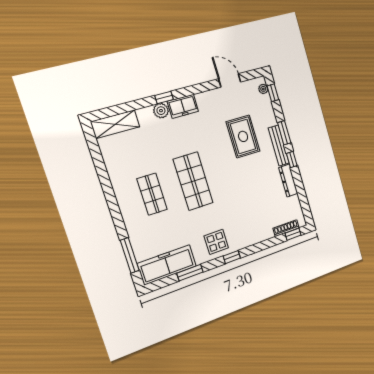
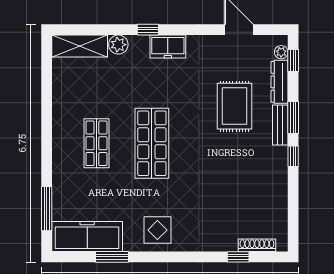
plant: (161, 111) -> (118, 45), moved
bench: (279, 146) -> (280, 125), width x0.73
dresser: (288, 181) -> (279, 82), moved
window: (293, 234) -> (238, 257), moved
window: (232, 257) -> (171, 257), removed

